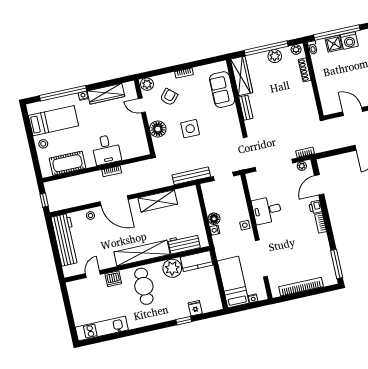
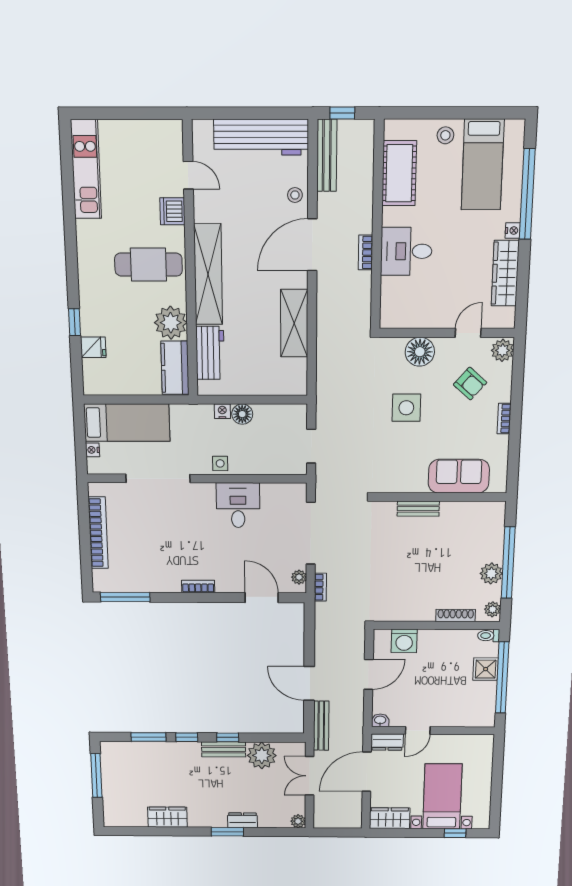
washing machine: (349, 41) -> (404, 641), moved, turned -90
wardrobe: (242, 76) -> (473, 513), removed
bench: (191, 176) -> (327, 155), moved
printer: (315, 207) -> (226, 584), removed

